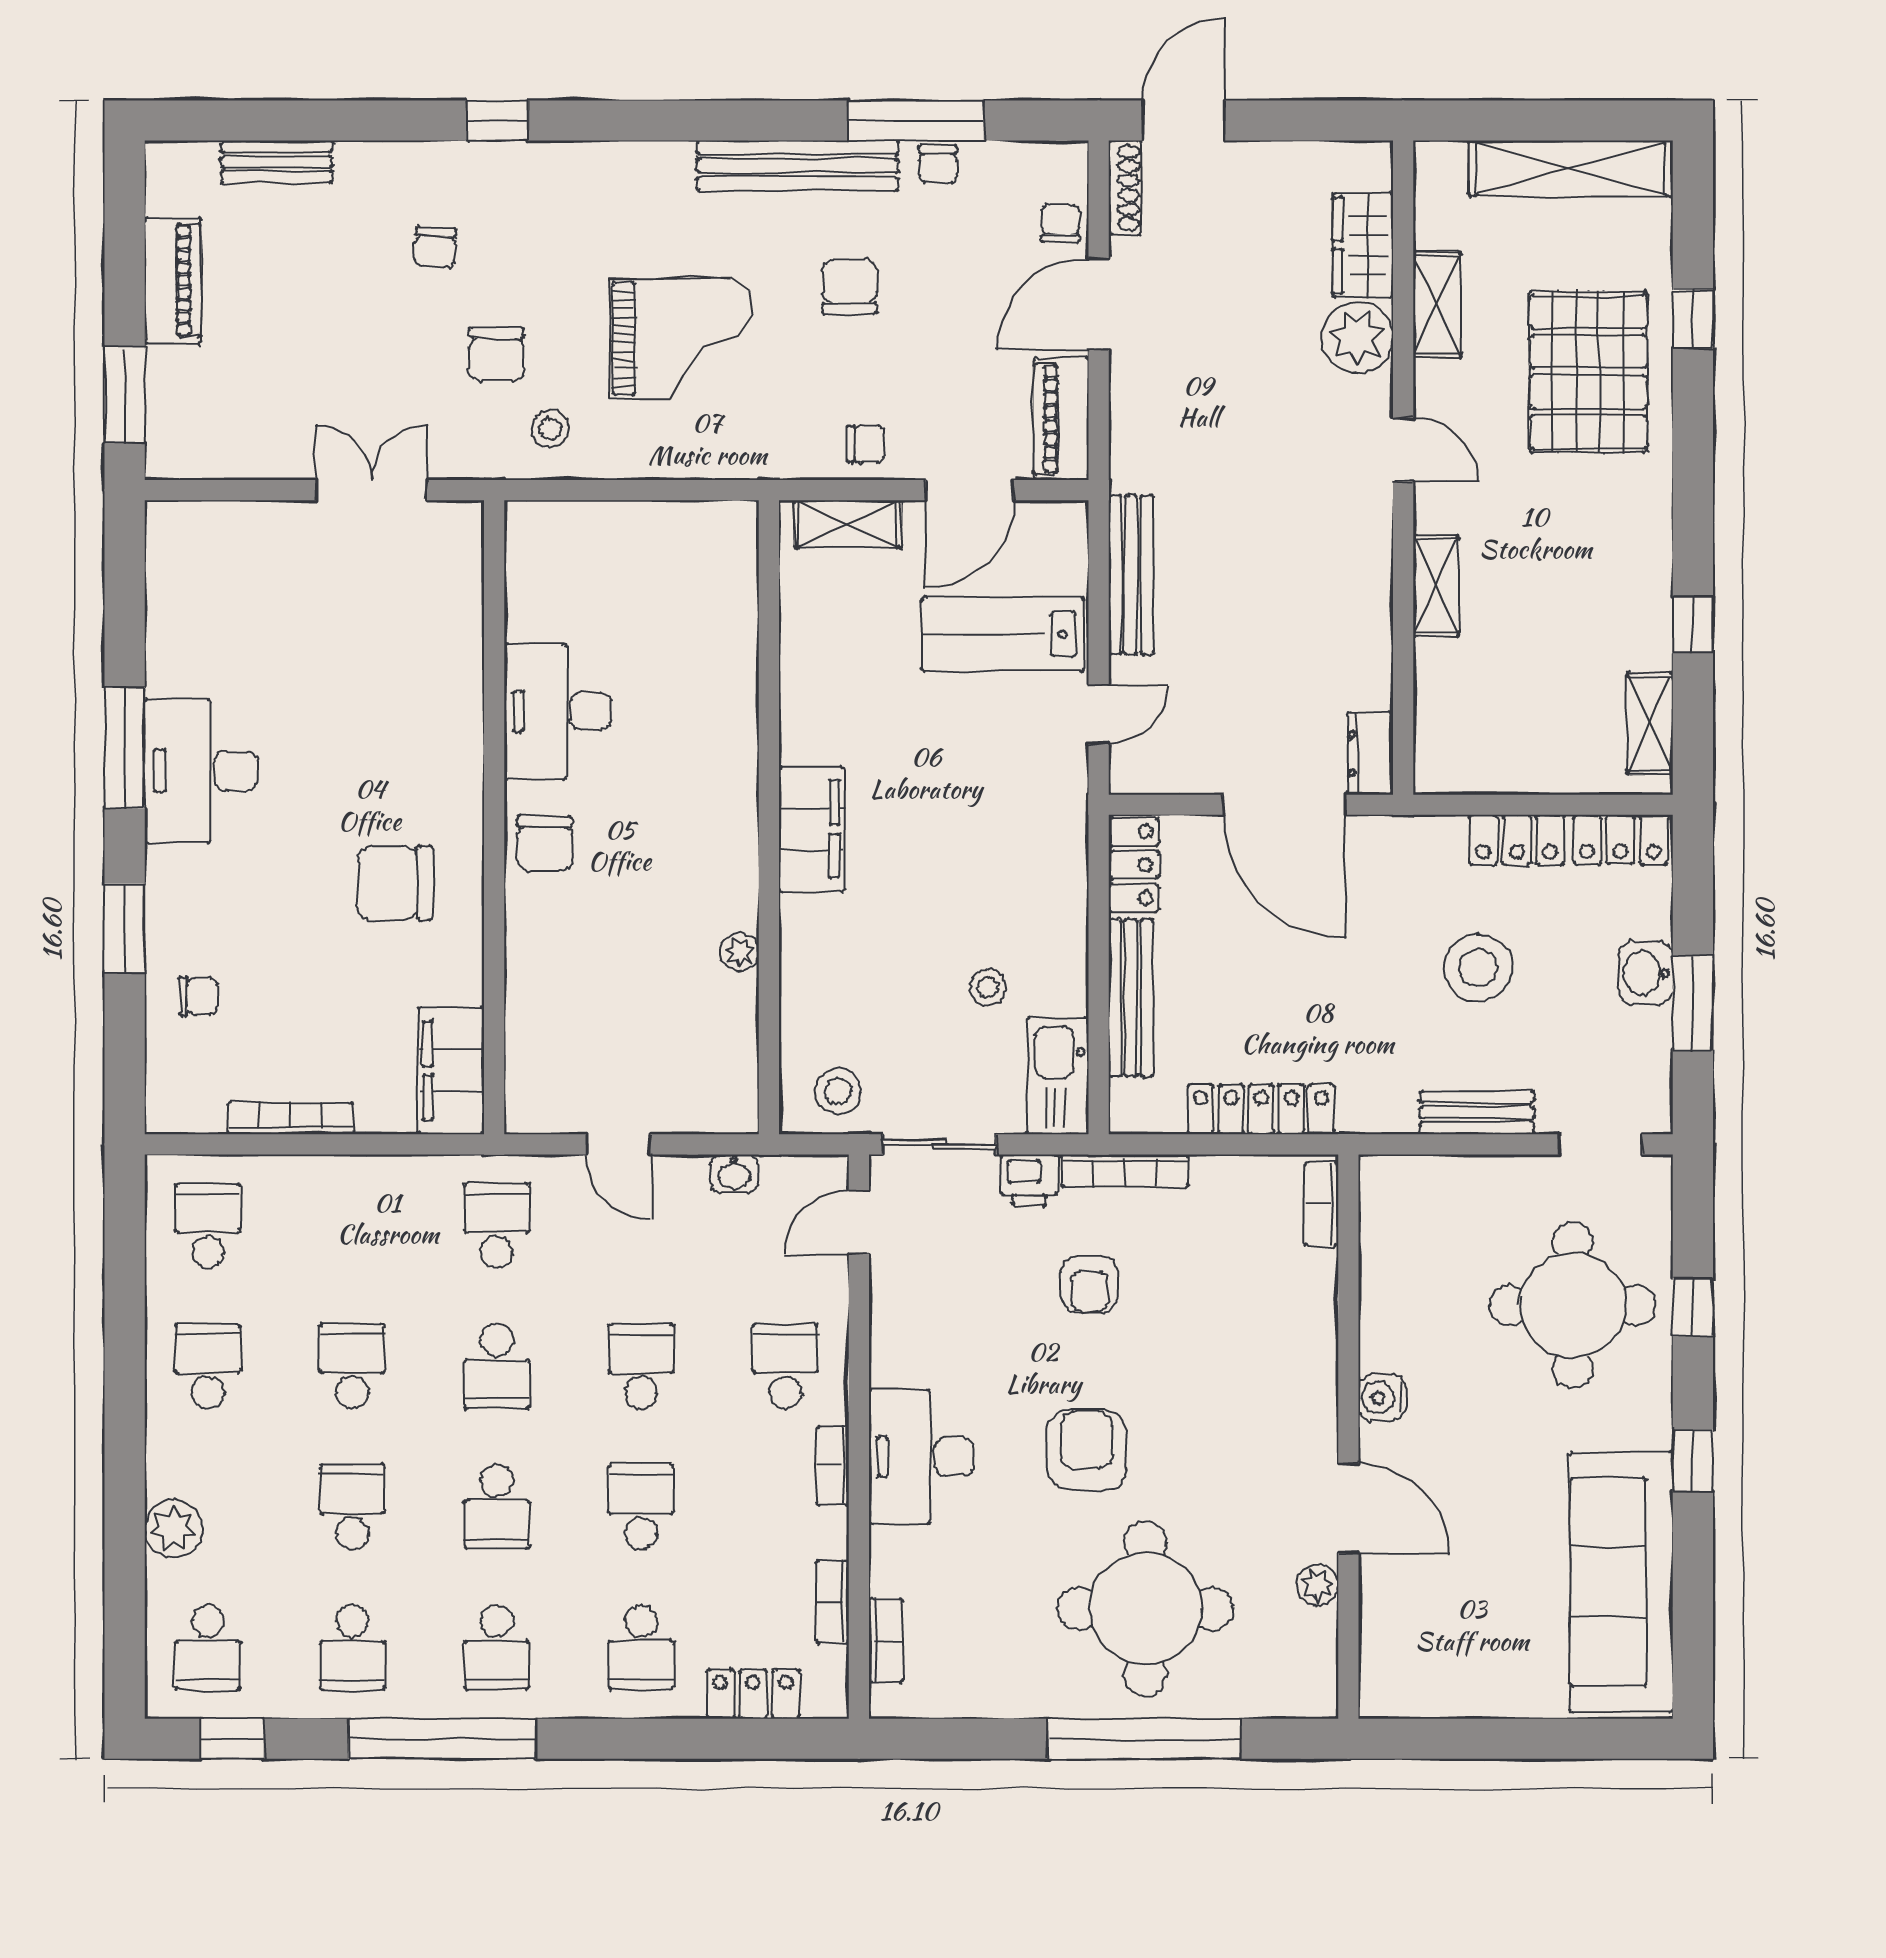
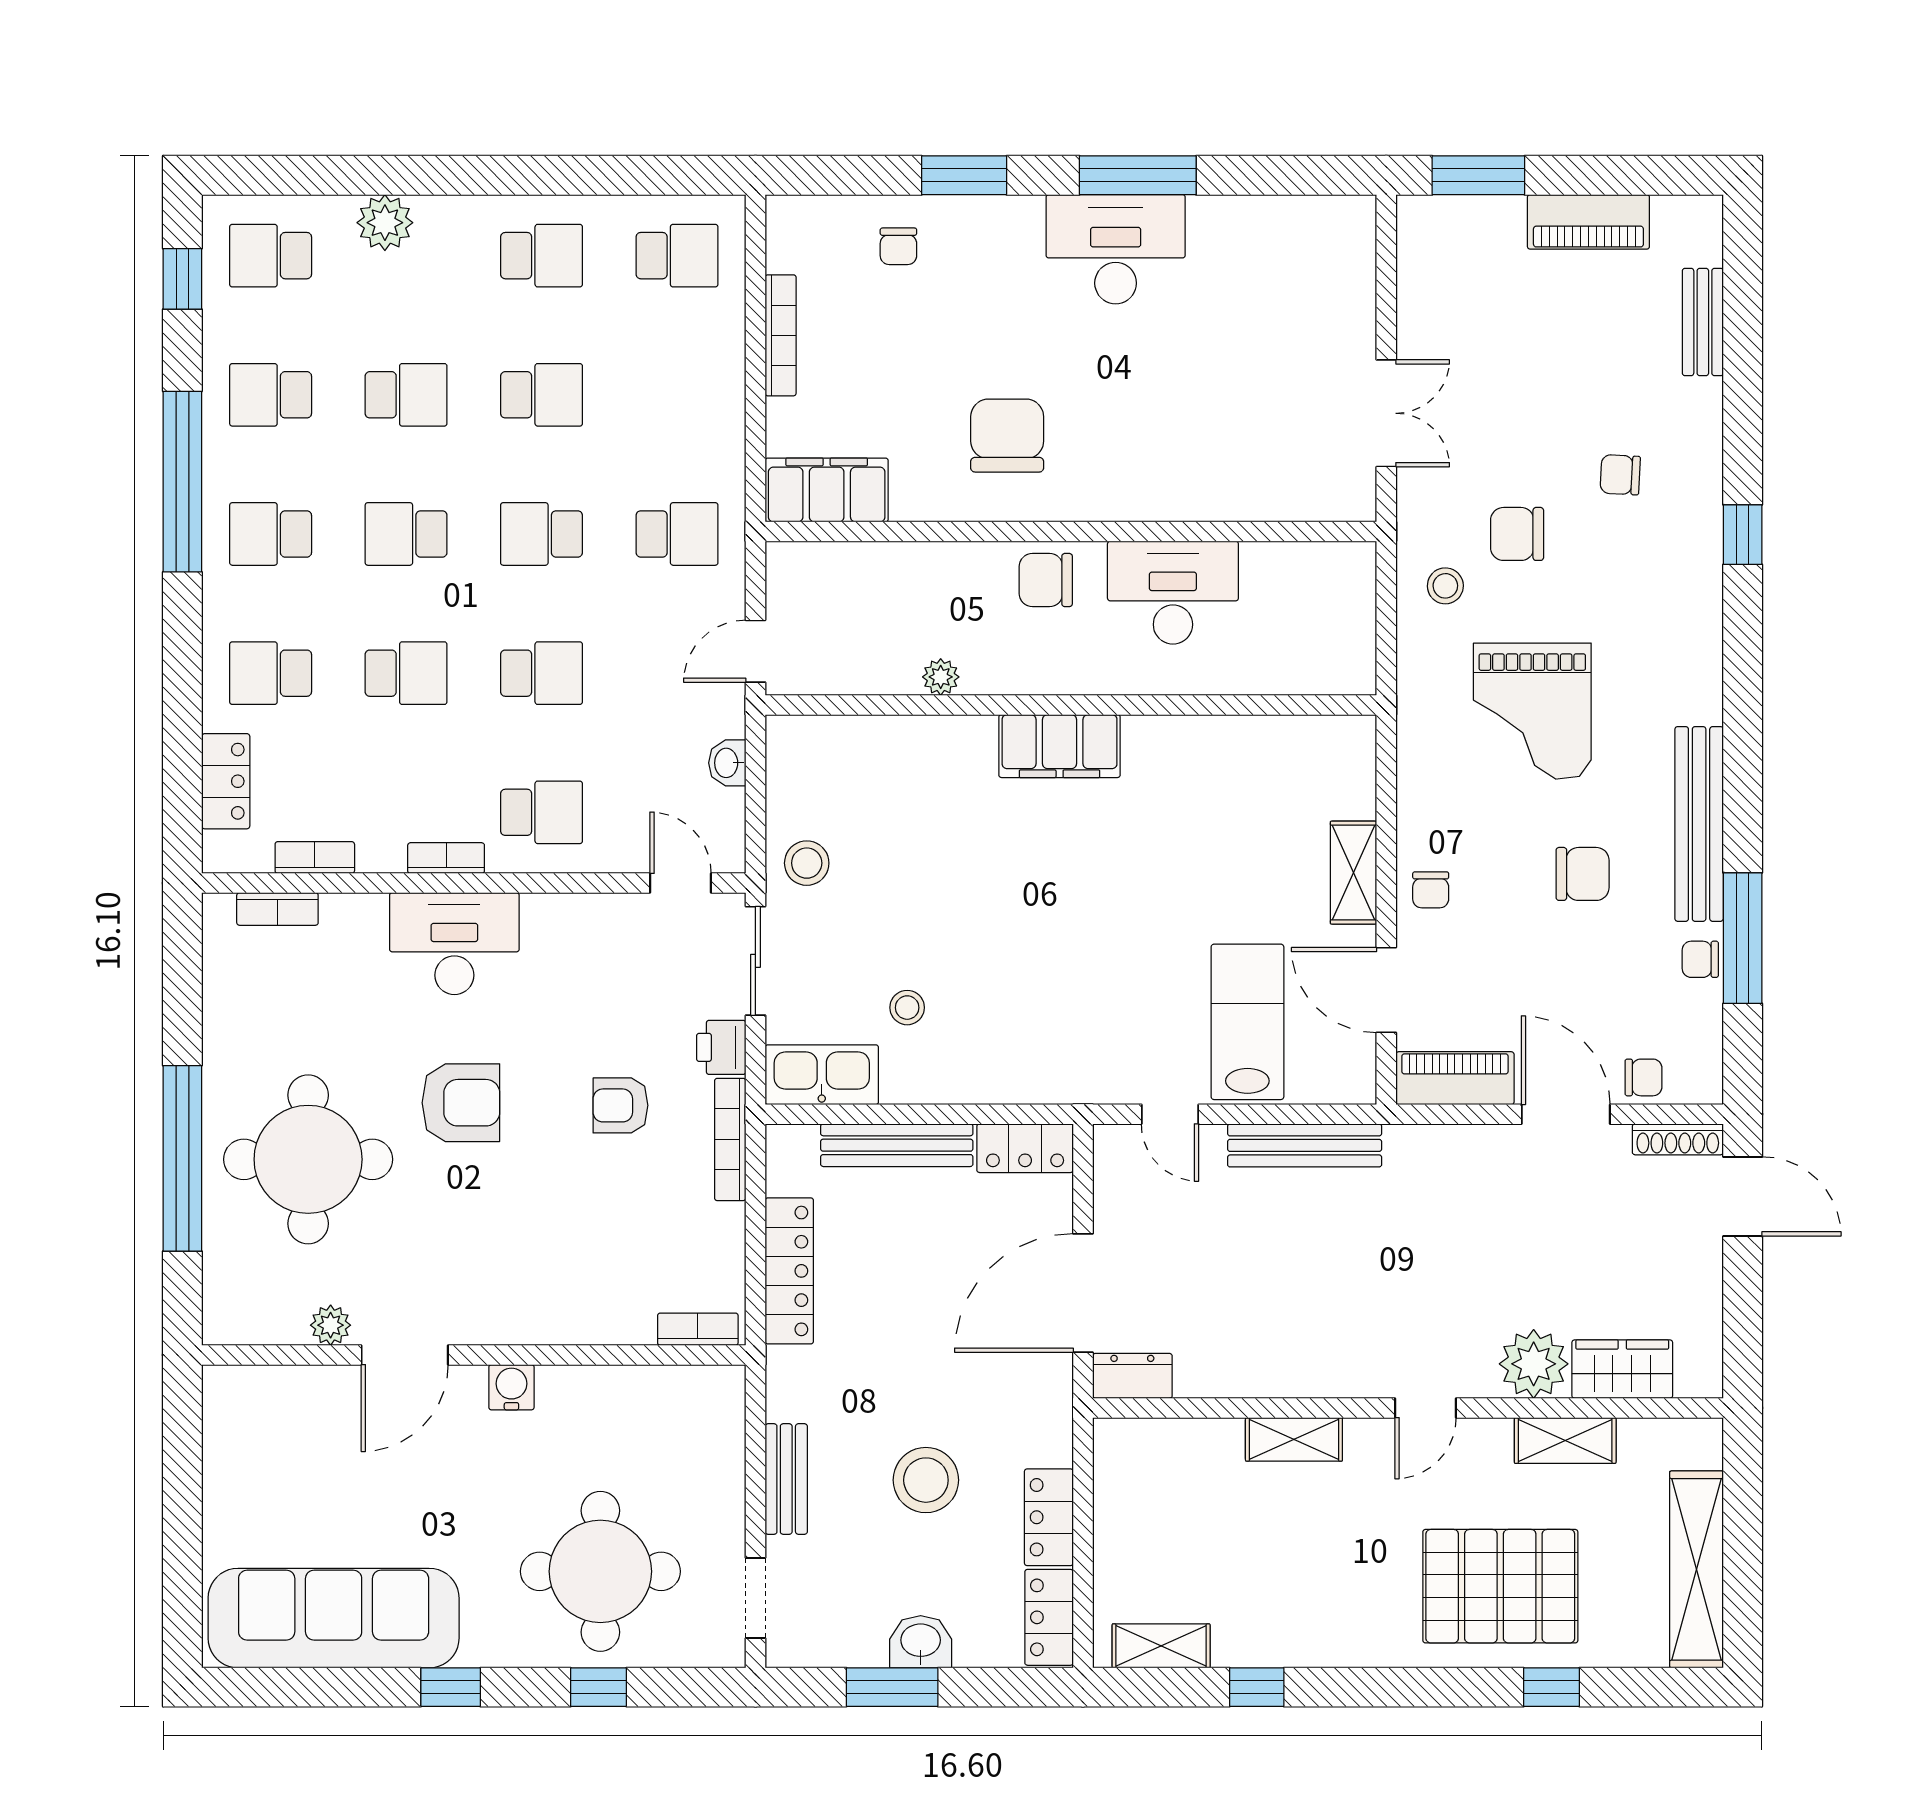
wall: (769, 817) -> (1071, 705), moved
filing cabinet: (812, 829) -> (1060, 746), moved
plant: (740, 952) -> (941, 677), moved

